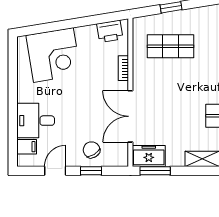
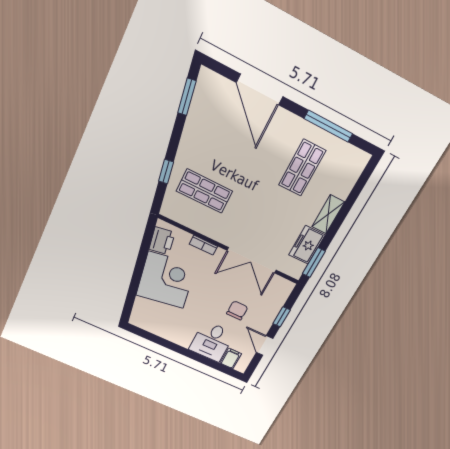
shop shelf: (171, 46) -> (204, 191), turned 90
corner desk: (53, 55) -> (166, 280), moved
chair: (92, 150) -> (237, 310), moved, turned 122
freezer: (149, 156) -> (307, 245), moved

